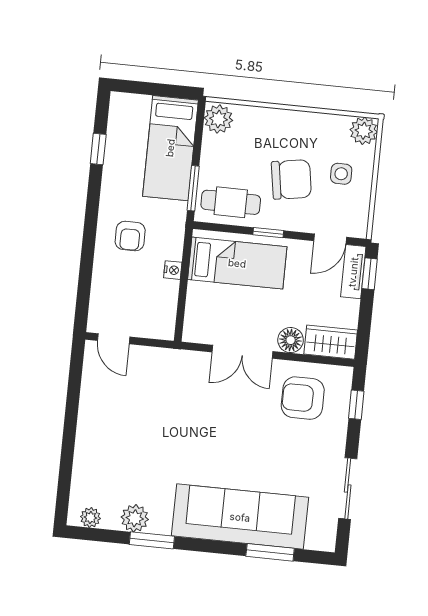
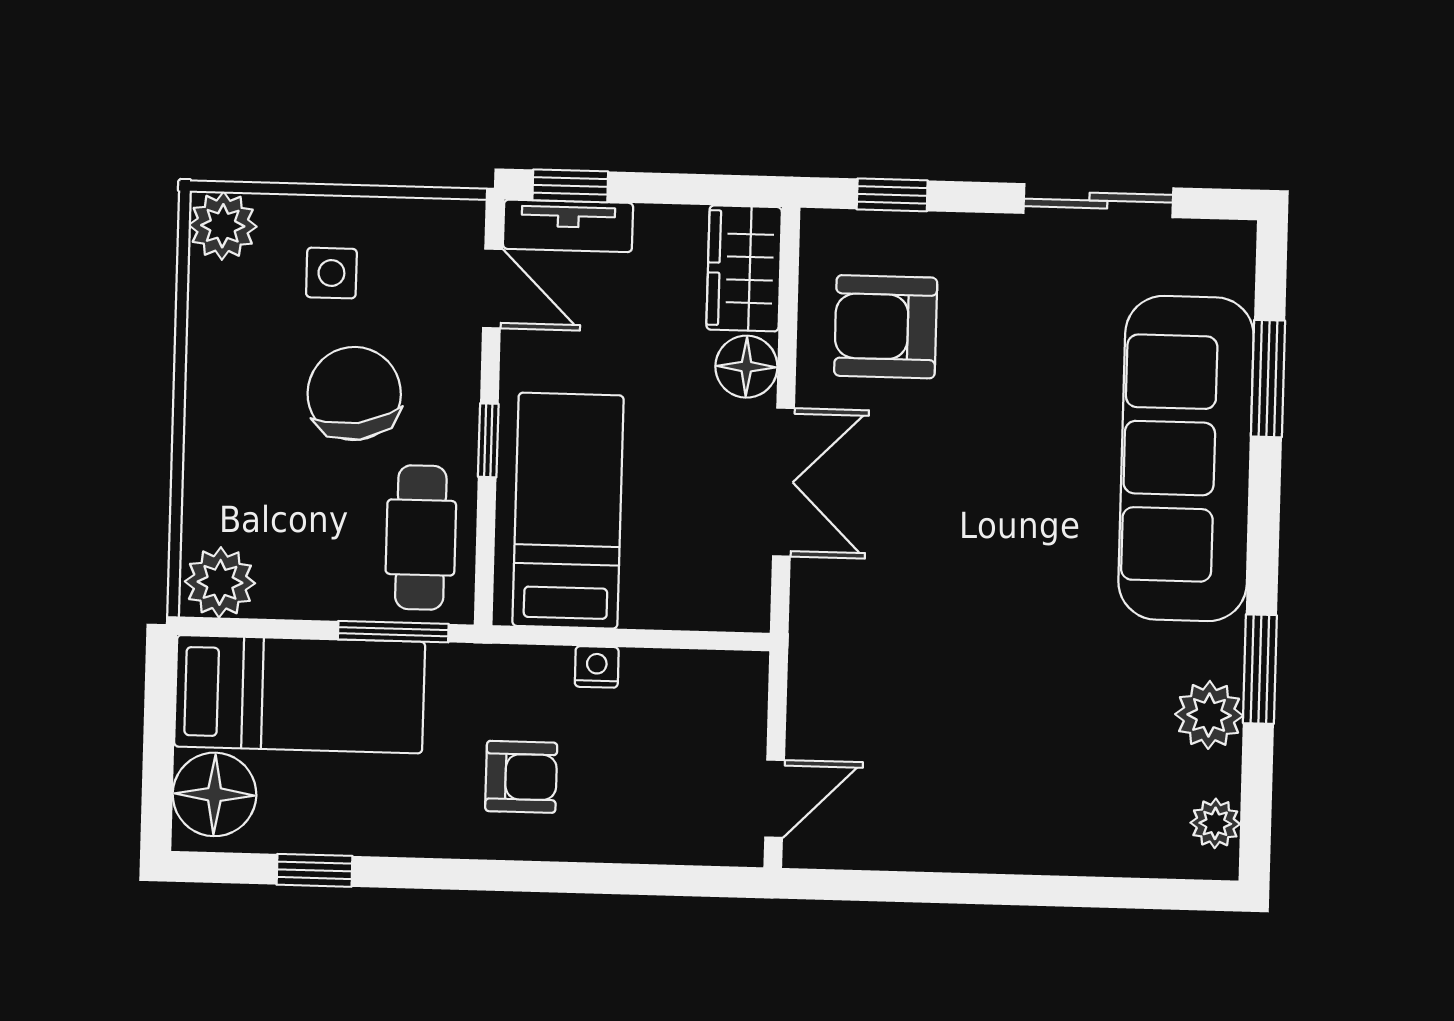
floor lamp: (132, 110) -> (214, 794), added
armchair: (303, 398) -> (886, 327), turned 90

